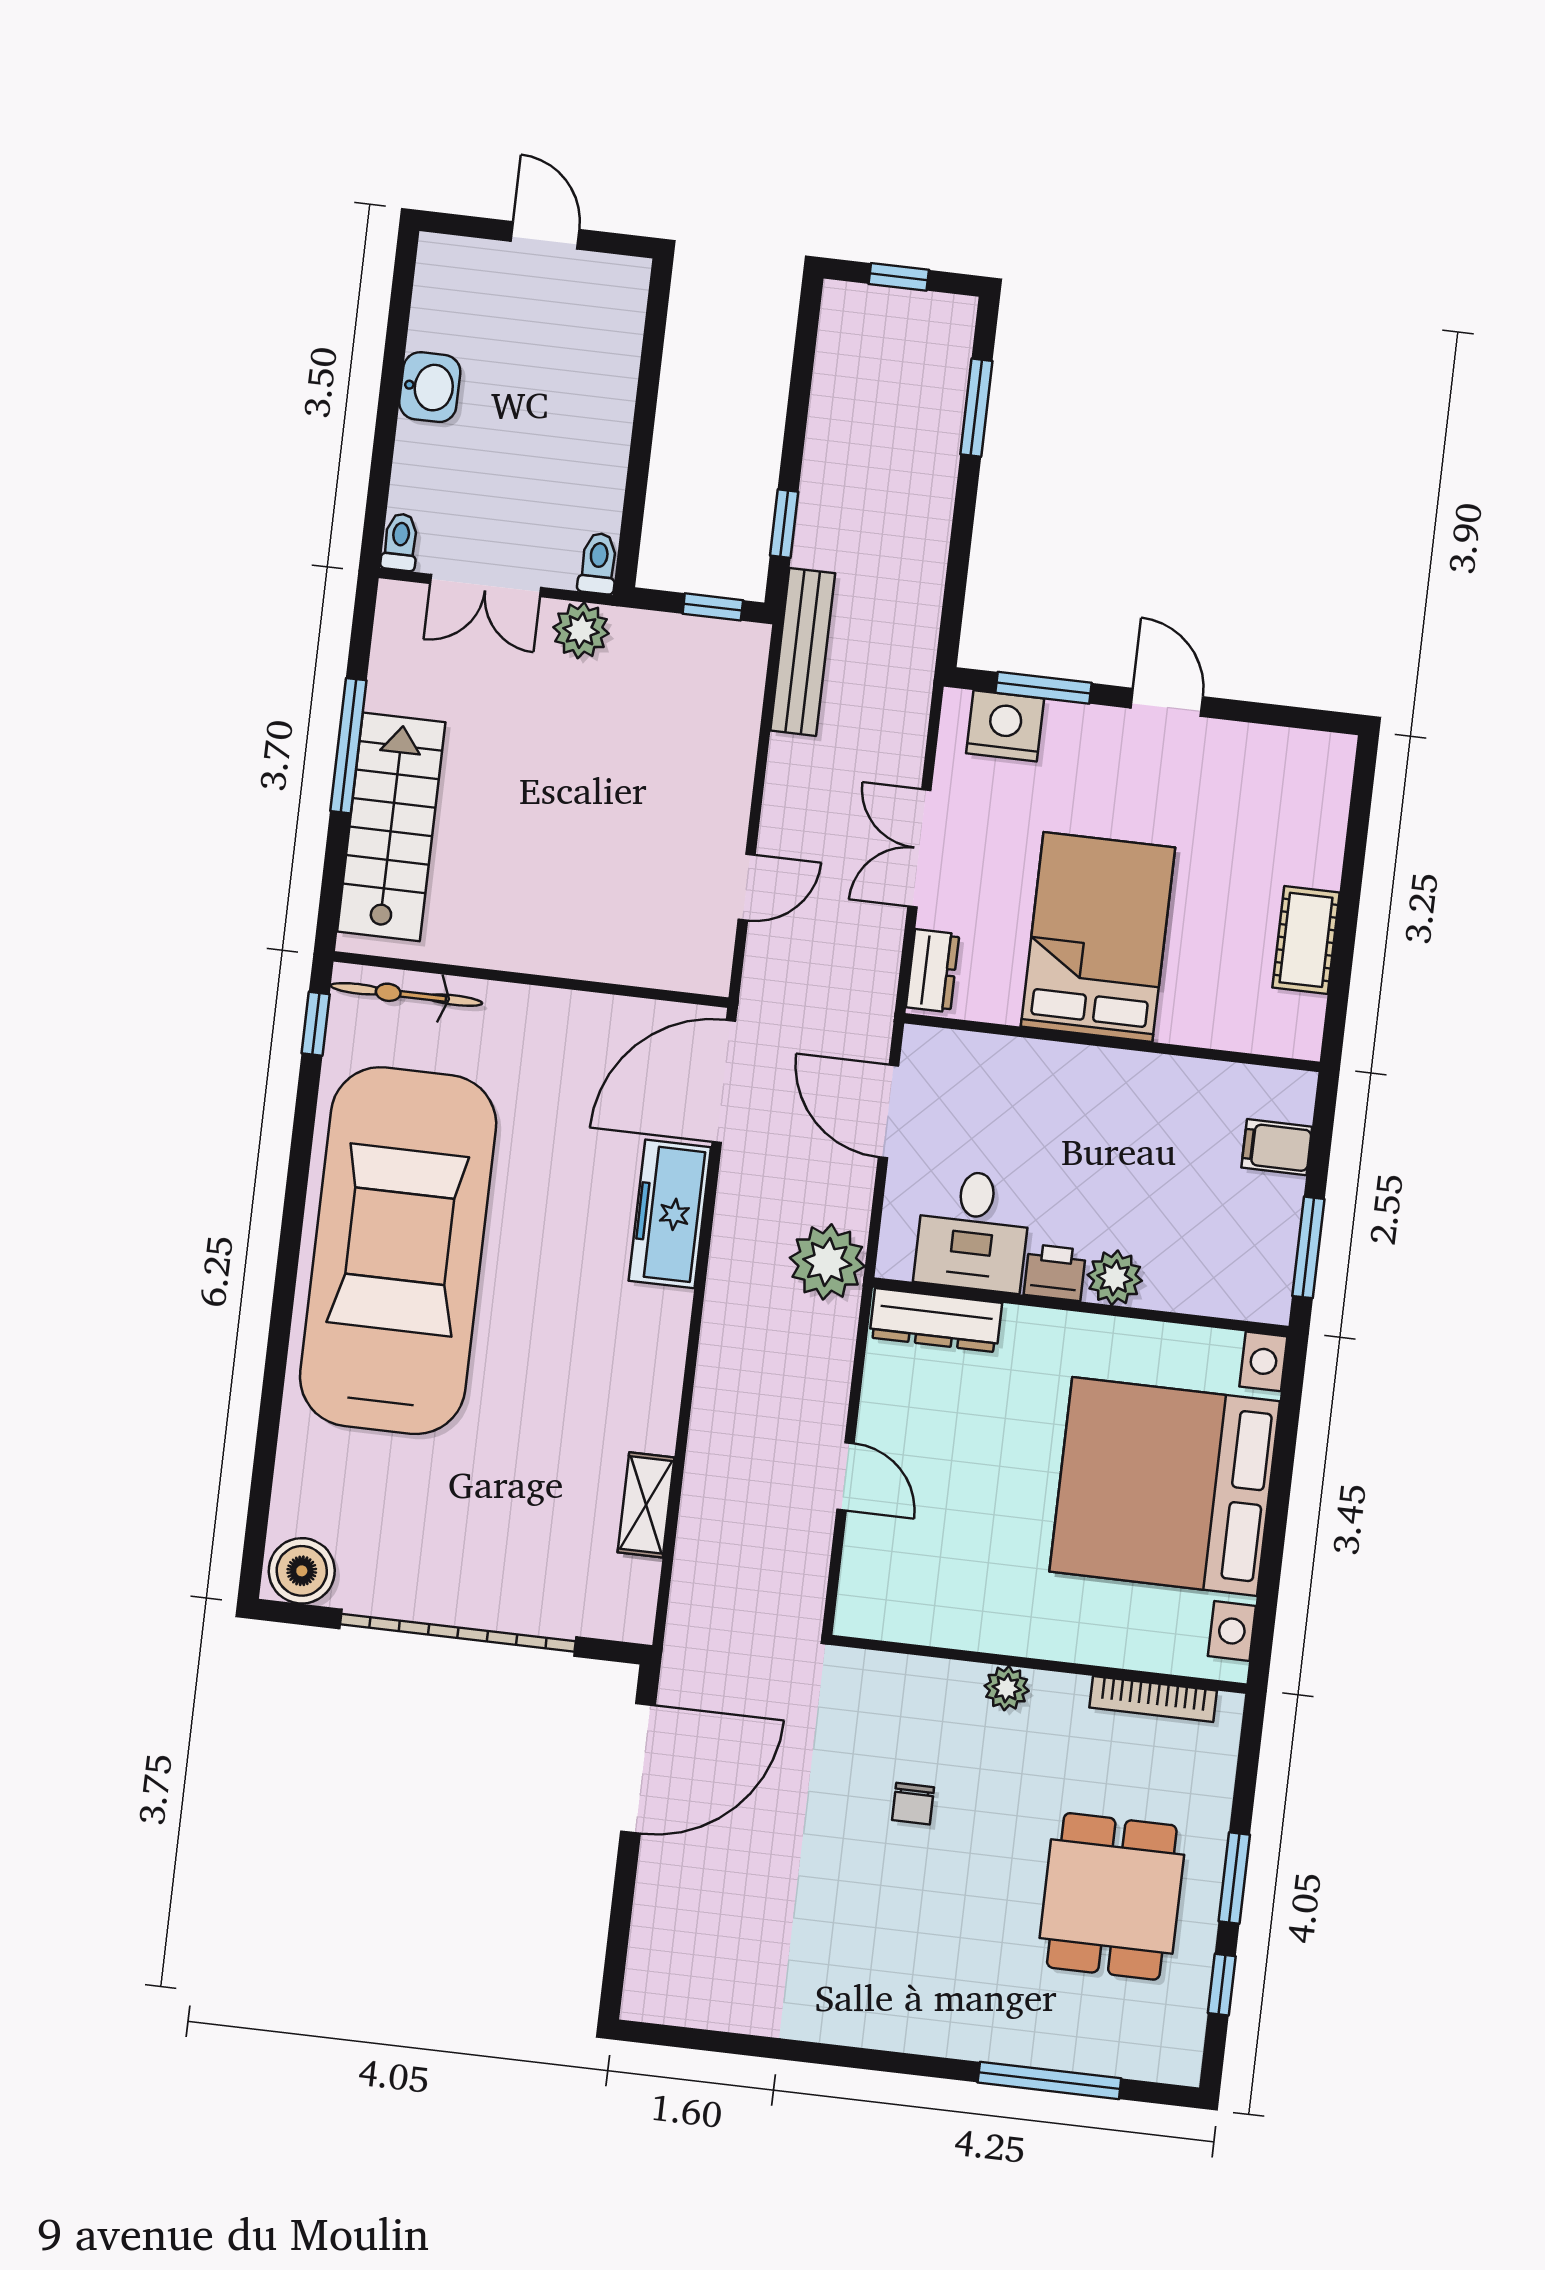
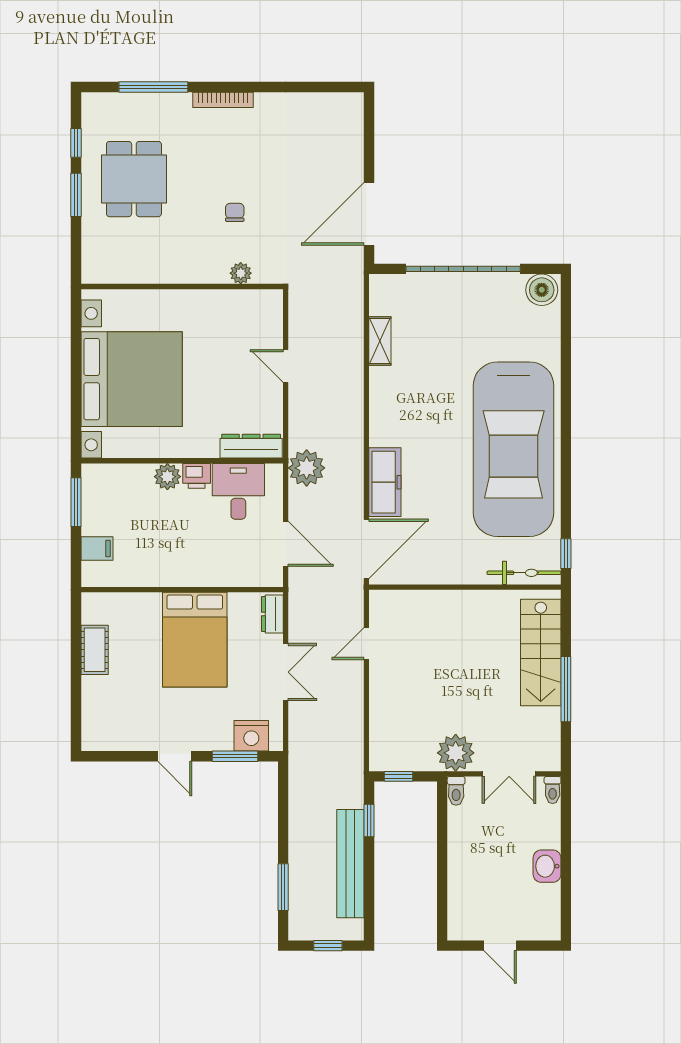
double door: (485, 585) -> (509, 774), swing flipped
plant: (581, 630) -> (456, 753), width x1.36, depth x1.36
bench: (803, 652) -> (350, 864), moved, width x1.37, depth x1.21
plant: (1007, 1688) -> (241, 273), moved
bookcase: (1153, 1699) -> (223, 100), moved, turned 180

